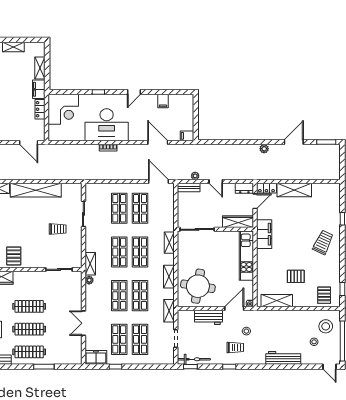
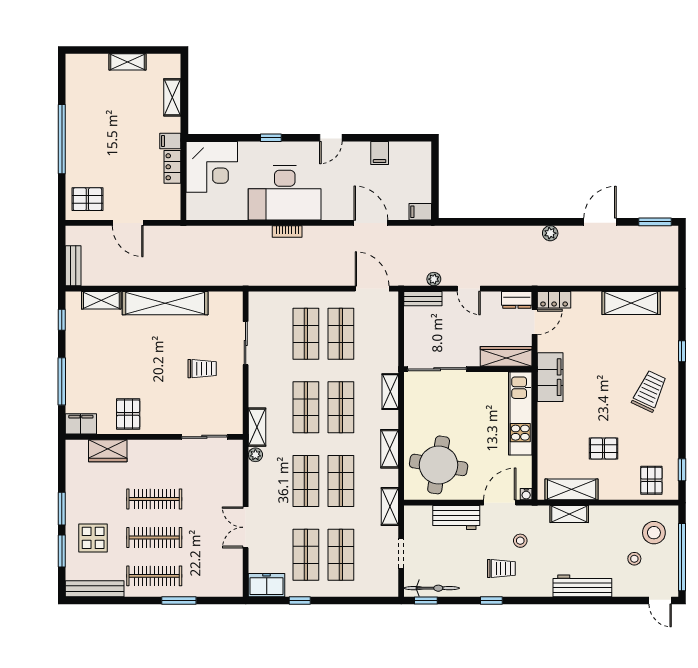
filing cabinet: (39, 89) -> (170, 141), width x0.50
door: (29, 142) -> (128, 223), moved
shelving: (294, 190) -> (631, 303), moved
shelving: (275, 315) -> (569, 514), added

